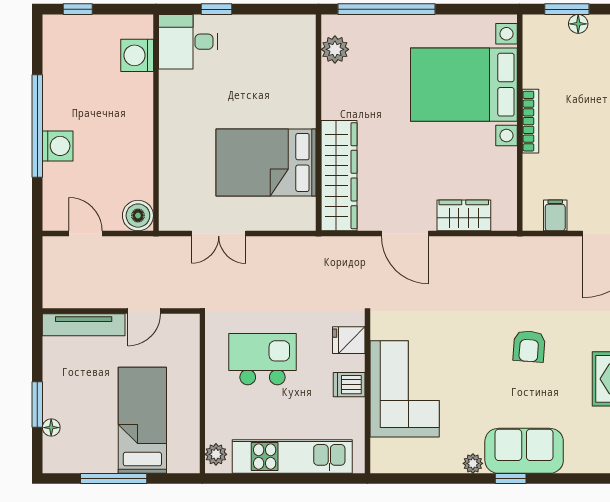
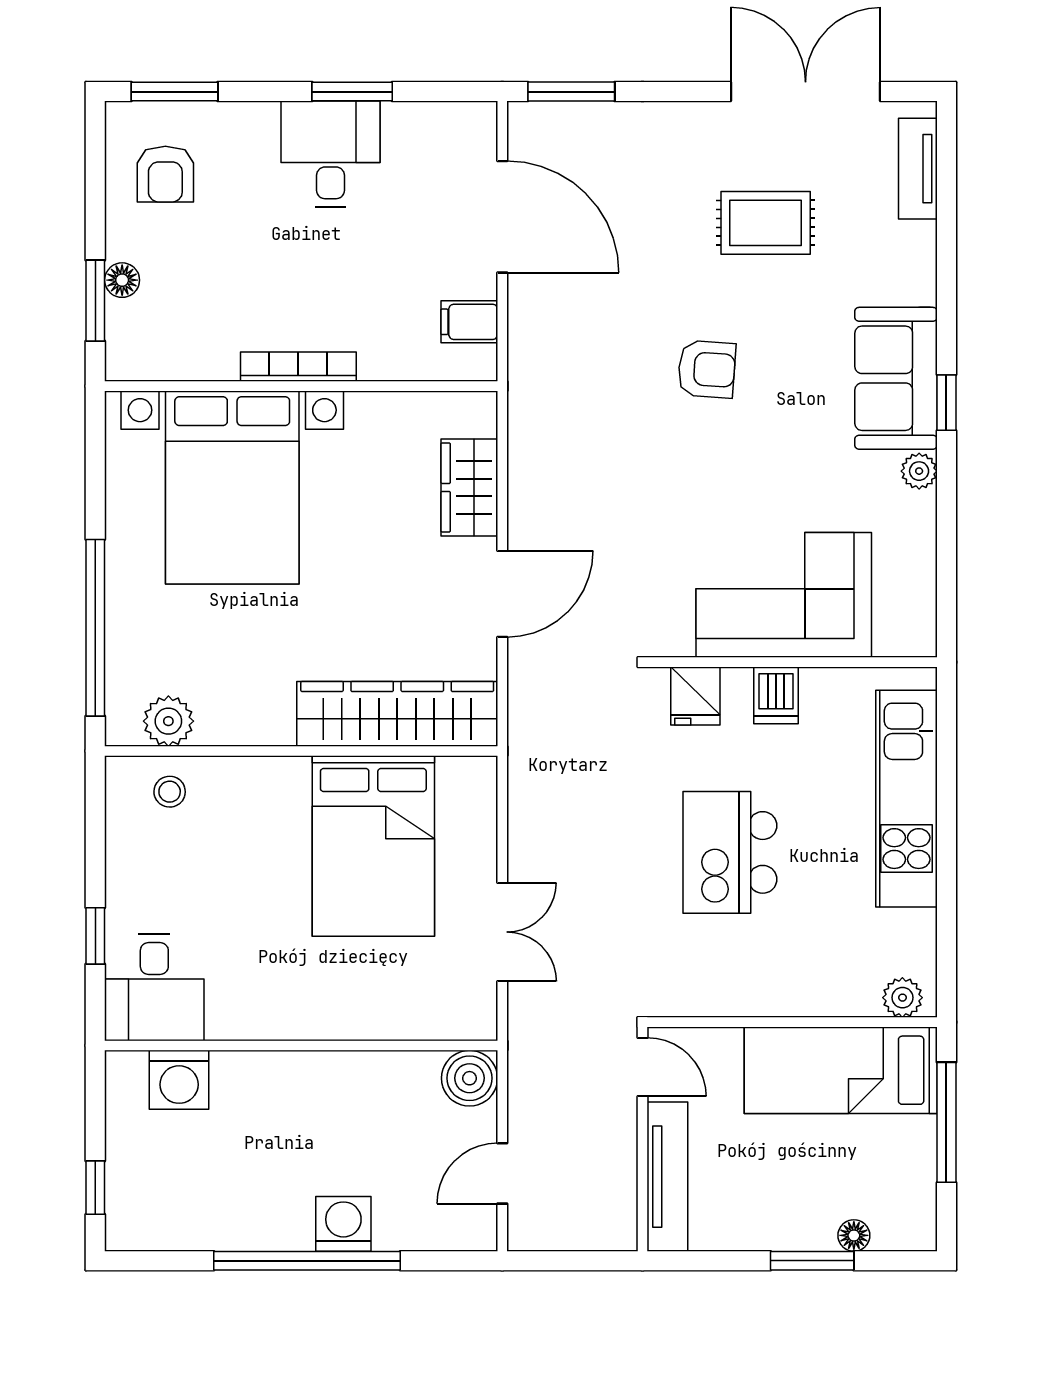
stool: (296, 50) -> (170, 792), added
wall: (202, 393) -> (792, 1022), moved
plant: (216, 454) -> (902, 998), moved

